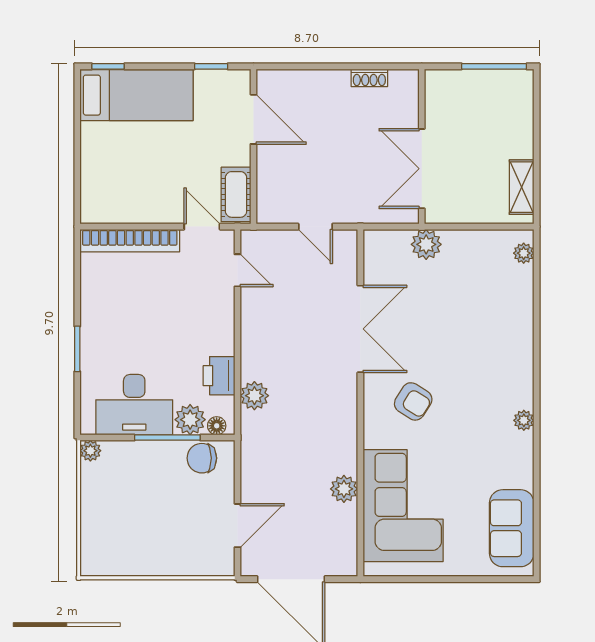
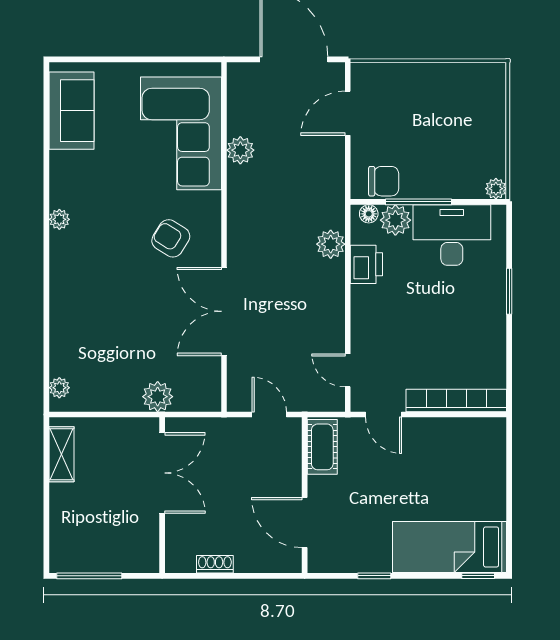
door: (254, 119) -> (305, 523), moved
wall: (254, 146) -> (305, 495), moved
cot: (236, 194) -> (322, 447), moved

